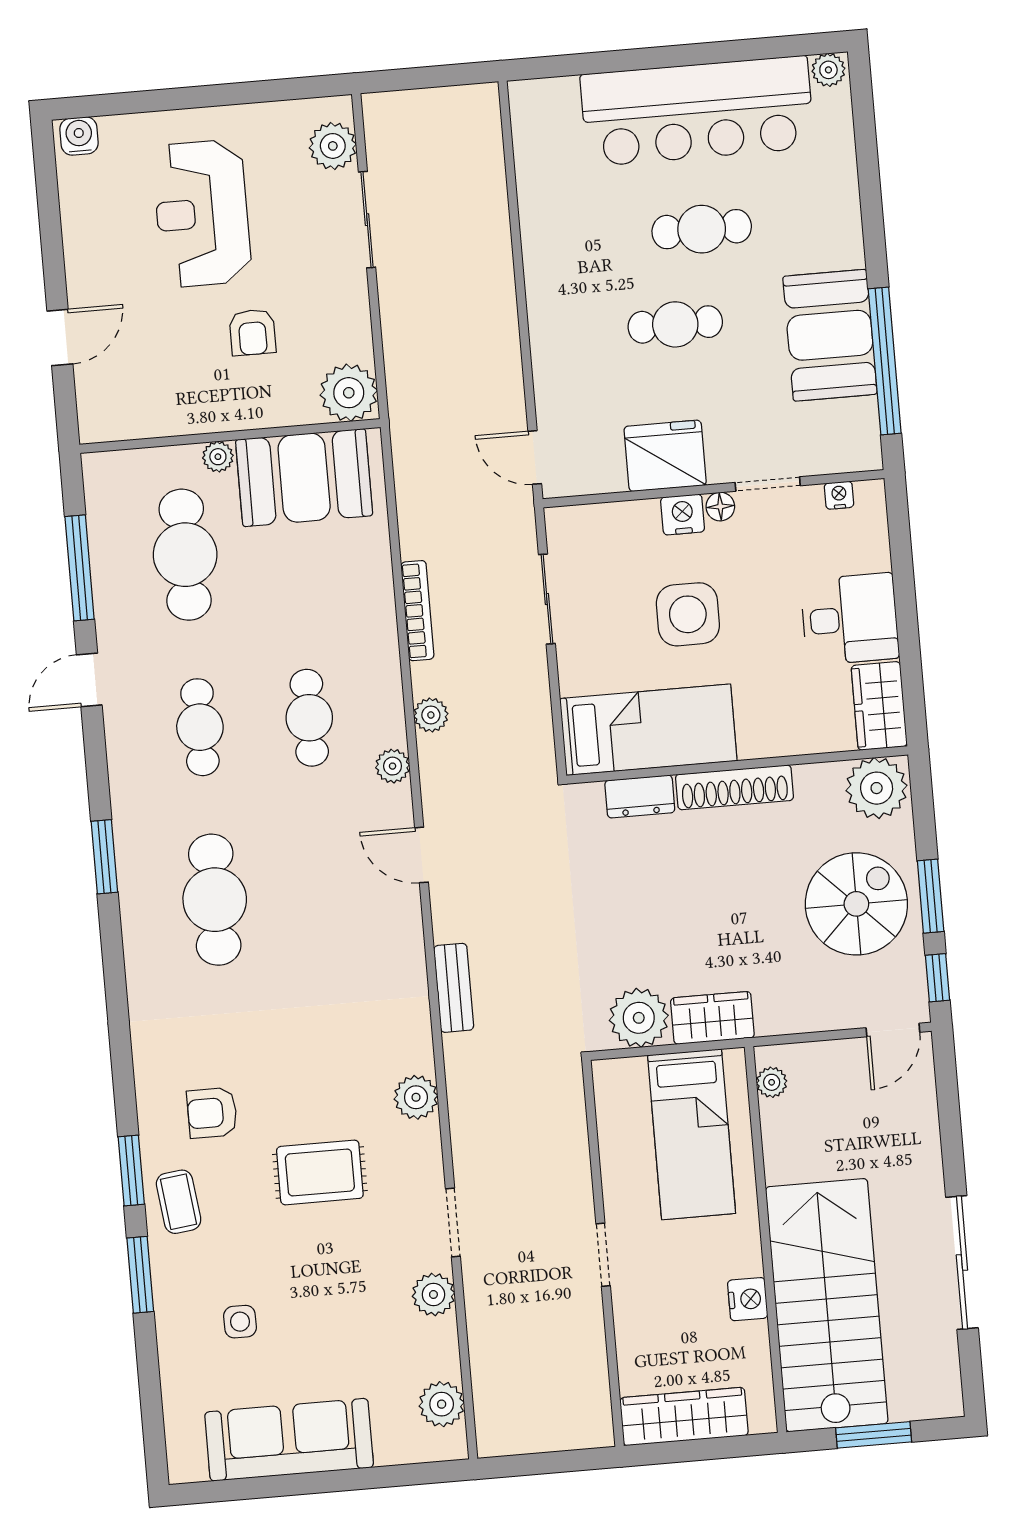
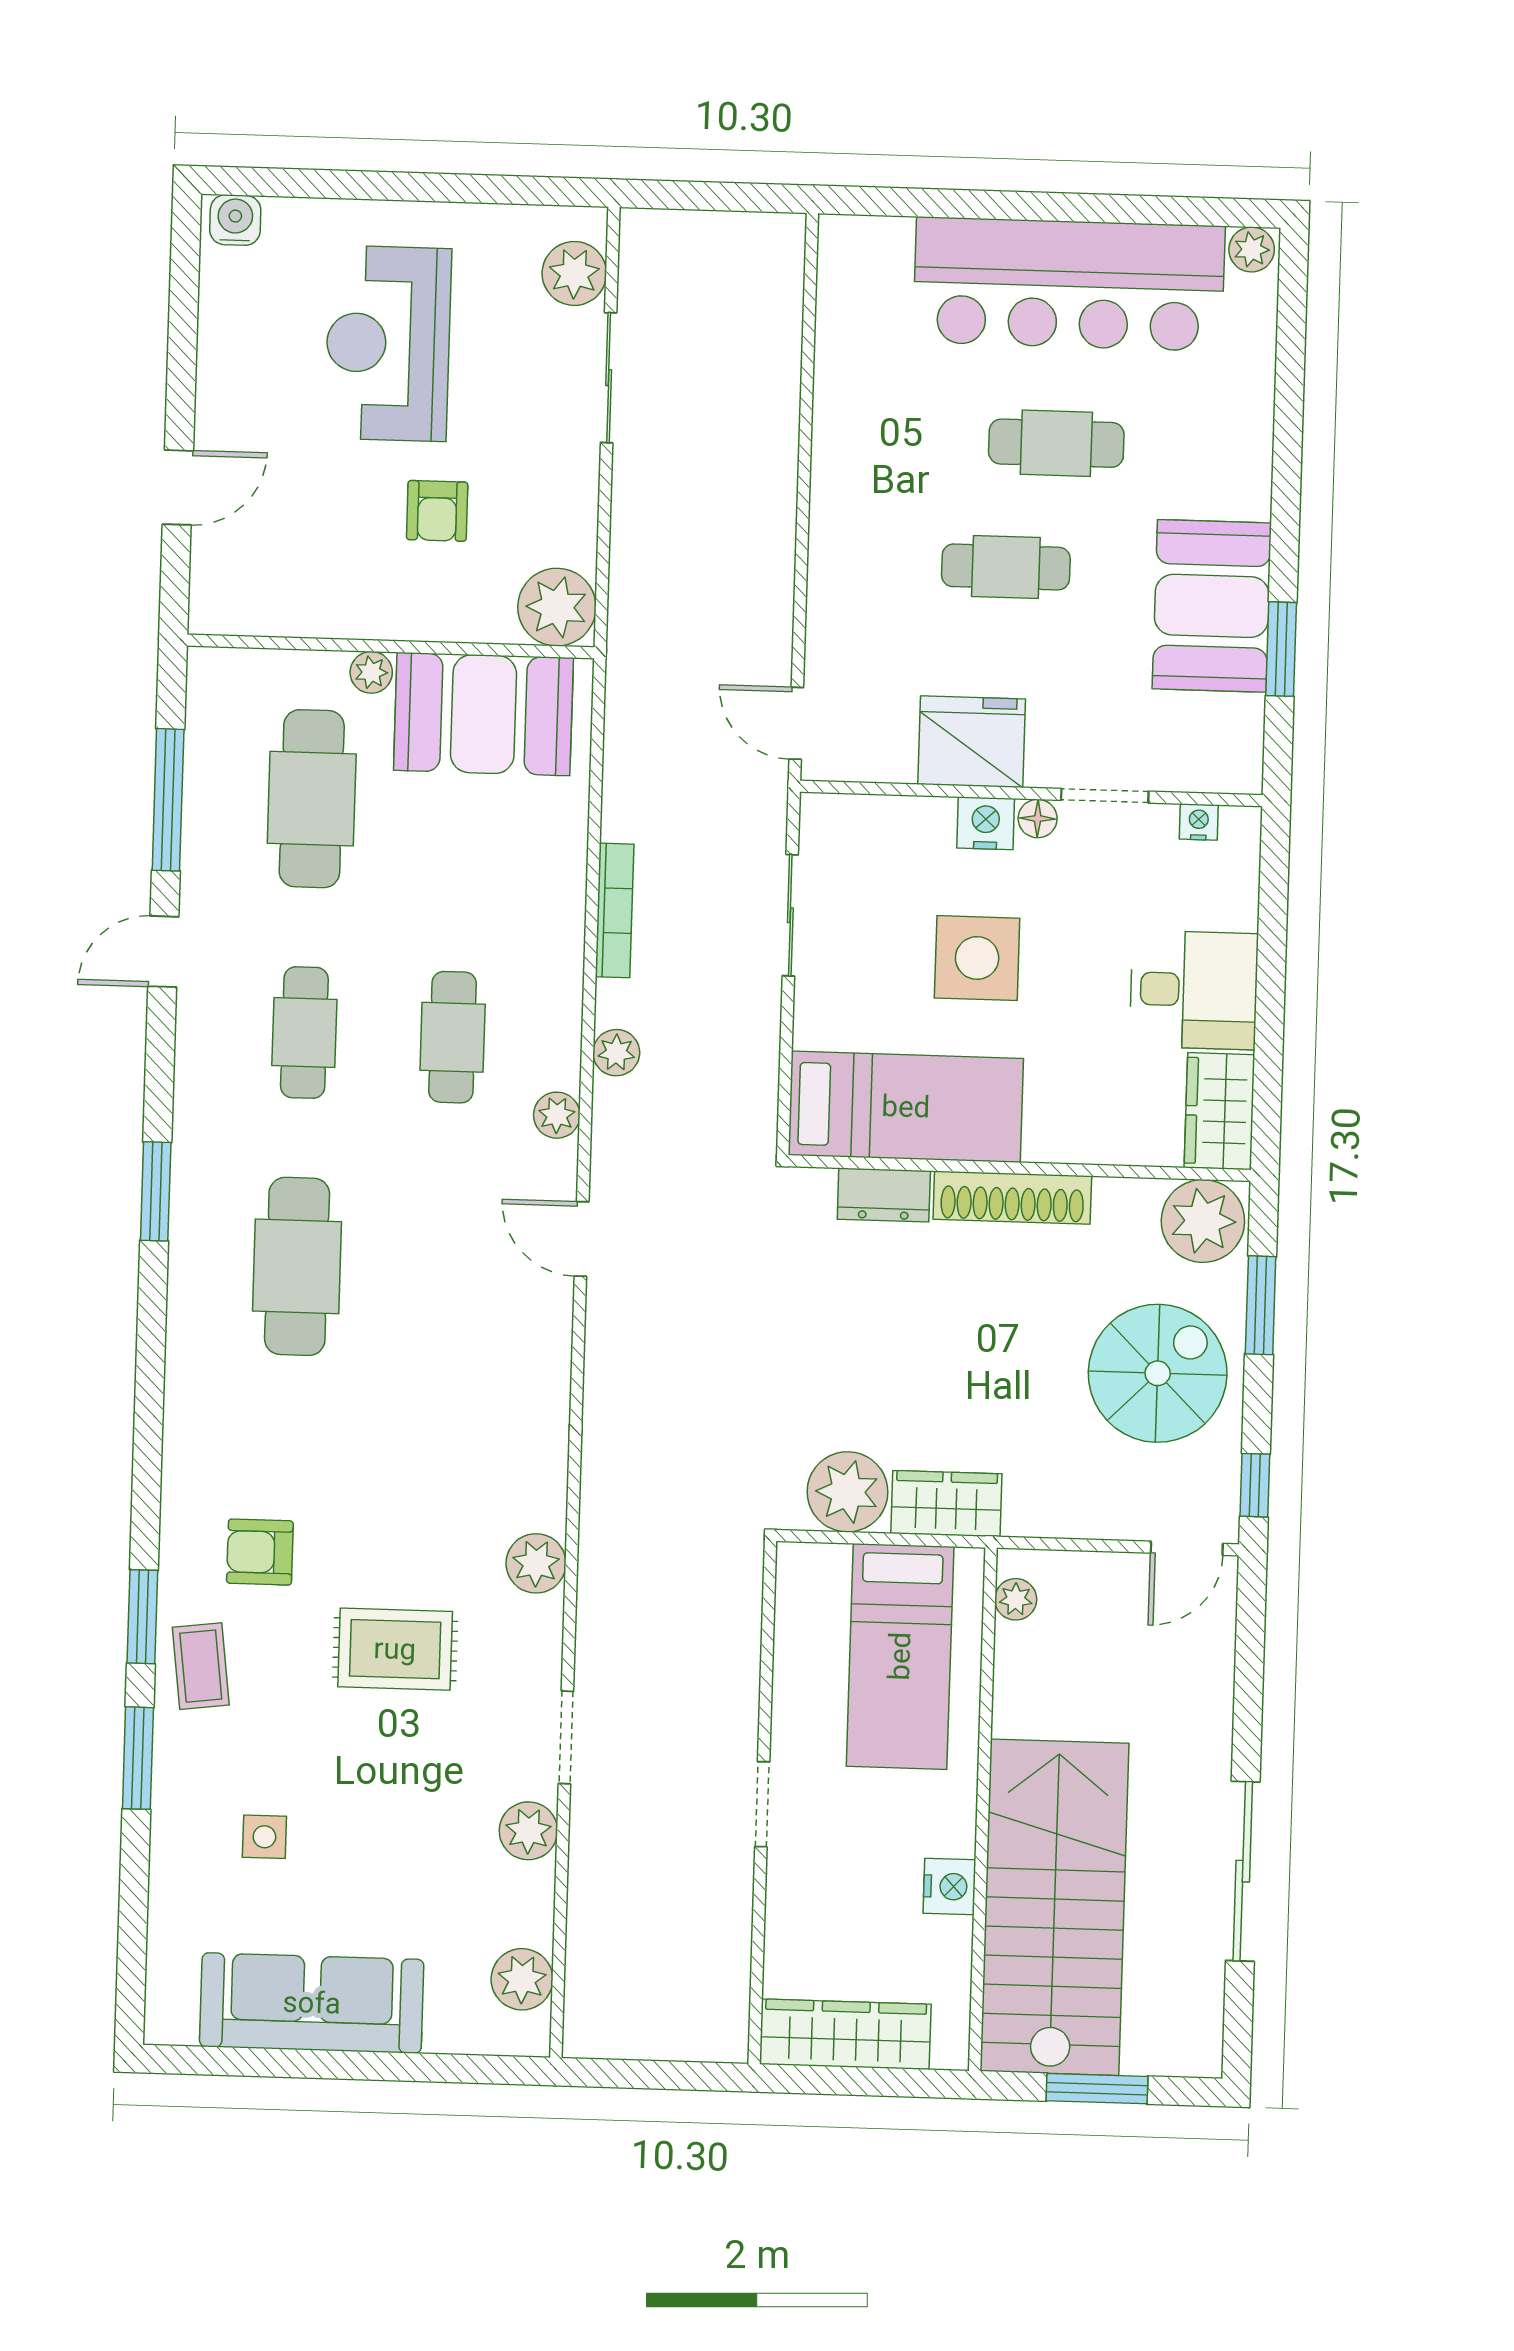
window: (885, 361) -> (1281, 649), width x0.47
window: (931, 896) -> (1261, 1305), moved
bench: (454, 988) -> (604, 1422), removed

